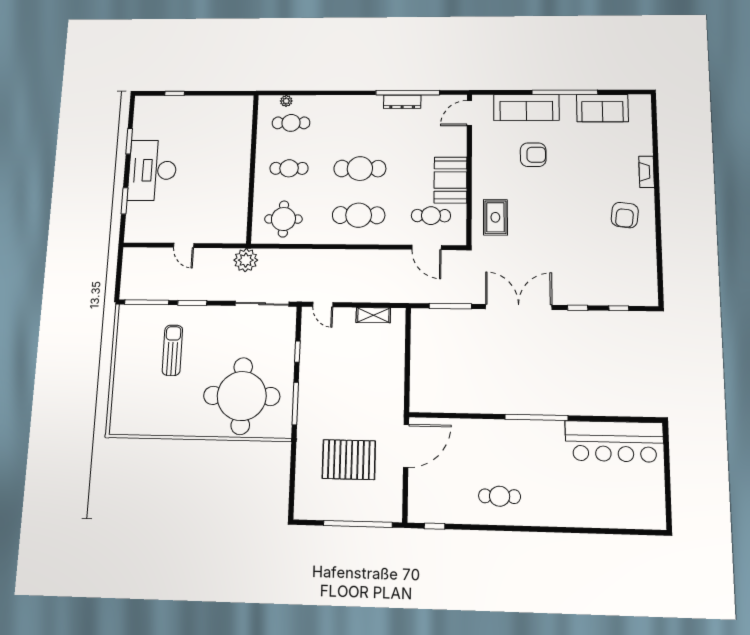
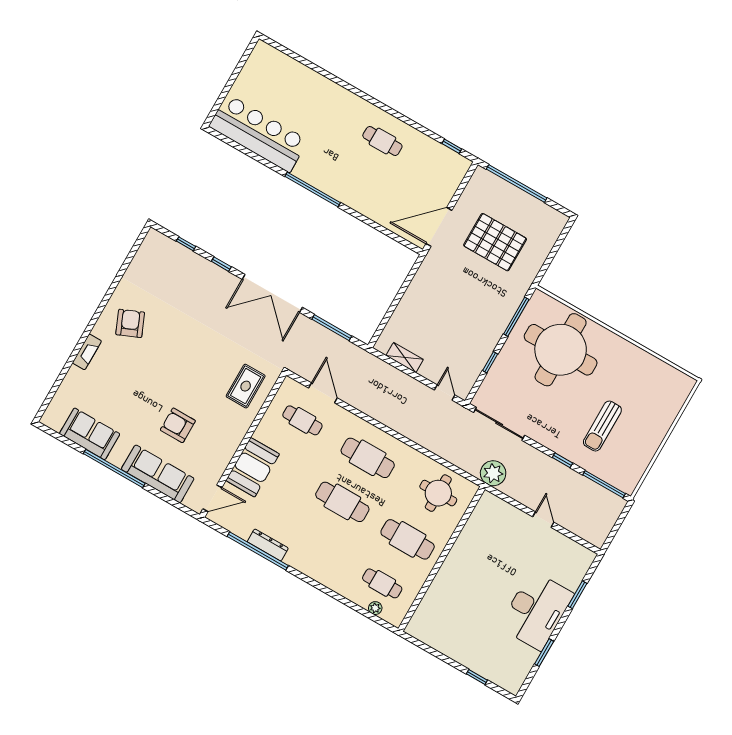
cafe table: (289, 168) -> (408, 539), width x1.37, depth x1.35
booth: (450, 180) -> (253, 467), moved
armchair: (625, 215) -> (130, 323), turned -30
window: (192, 303) -> (562, 460), width x0.67

